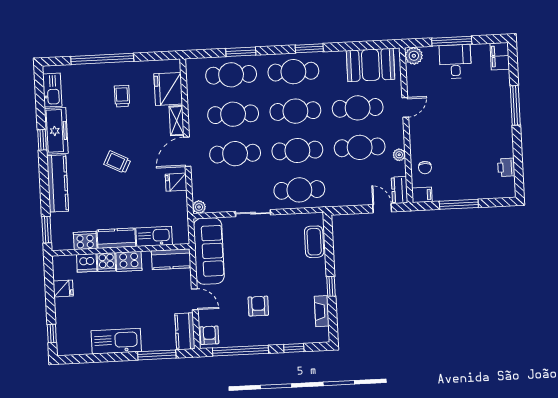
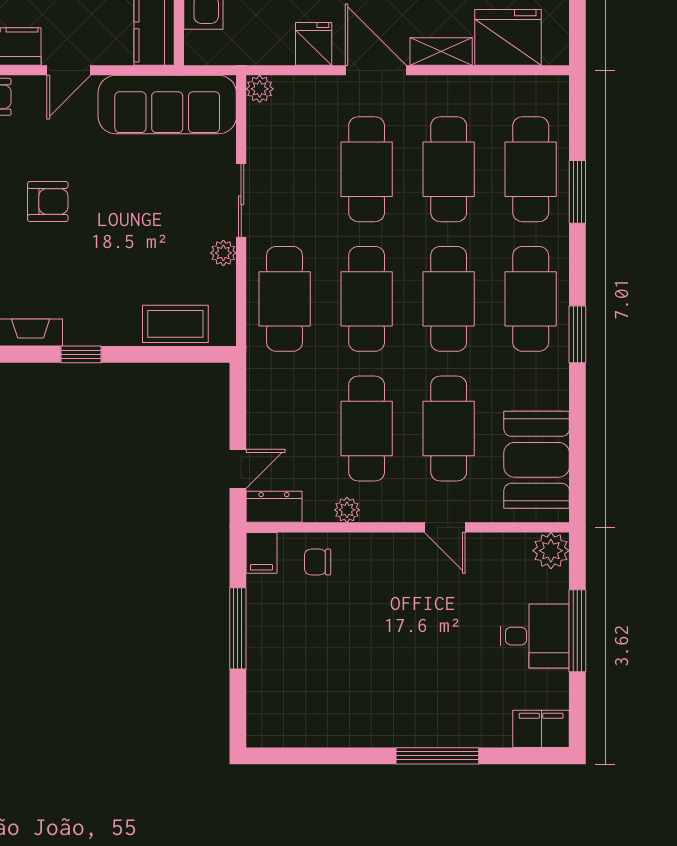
printer: (506, 167) -> (310, 731), removed
plant: (279, 220) -> (223, 253), added

